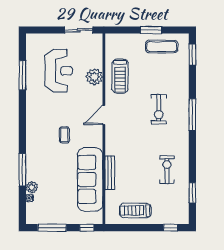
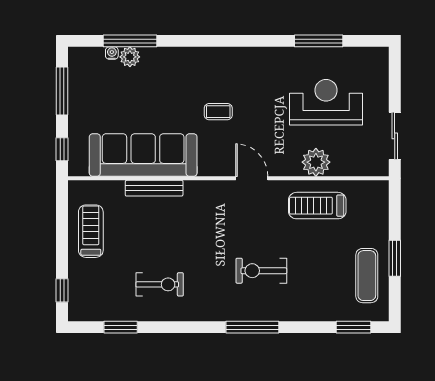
reception desk: (59, 71) -> (326, 102), turned 180
window: (22, 170) -> (130, 41), moved

